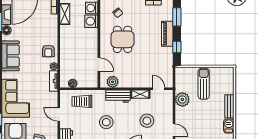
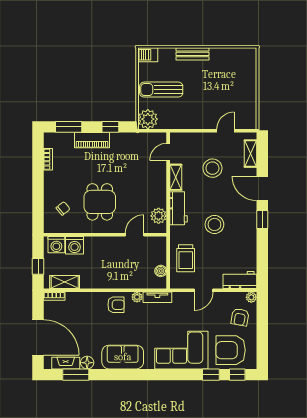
dining table: (123, 39) -> (100, 202), turned 90
plant: (182, 99) -> (148, 119), moved
barbecue: (229, 126) -> (148, 55), moved

